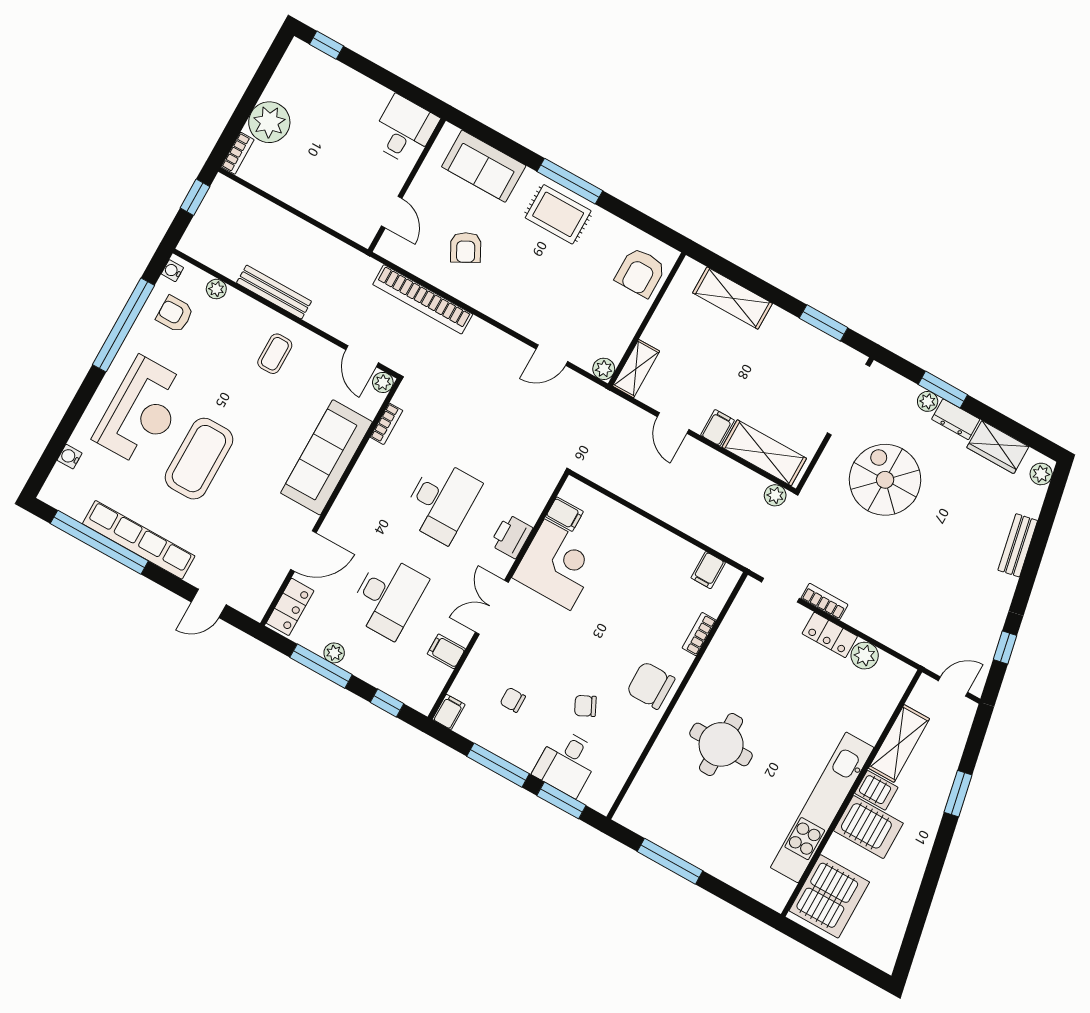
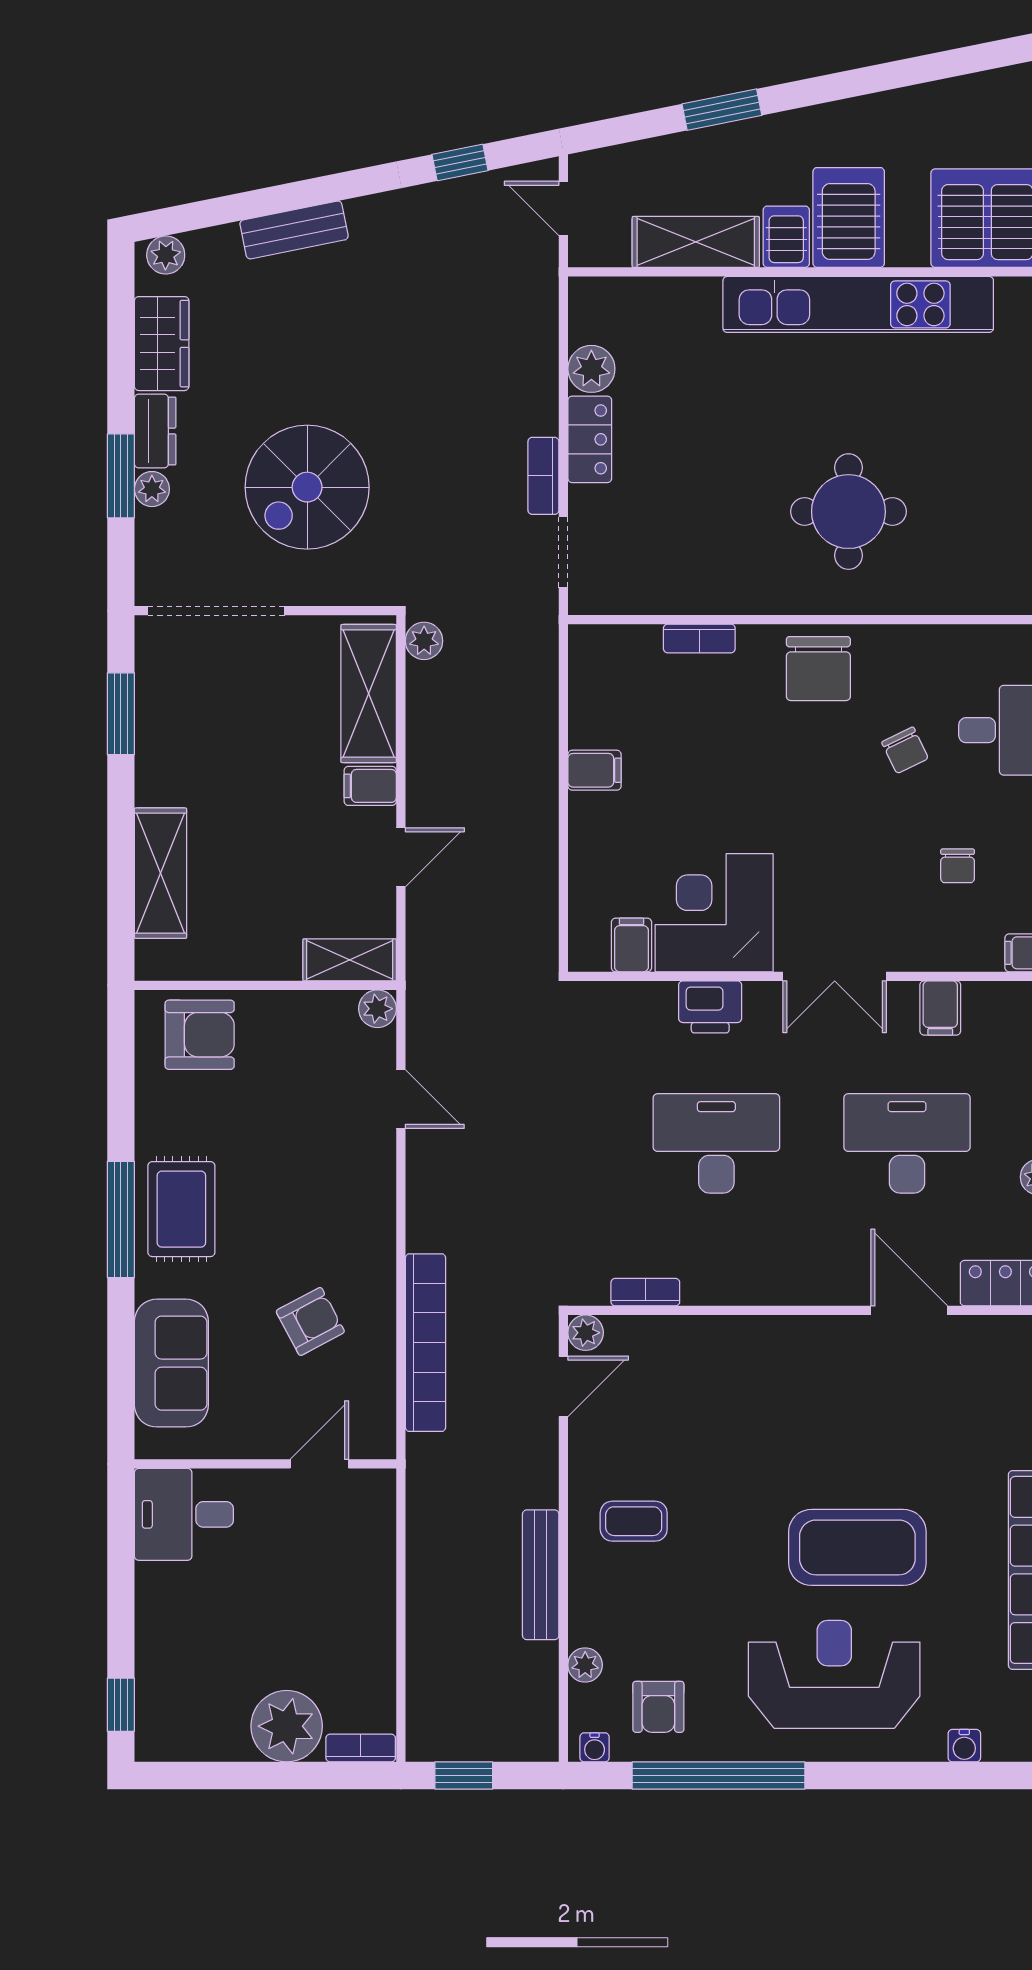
sofa: (326, 457) -> (747, 1355), removed
filing cabinet: (708, 570) -> (594, 770), moved

